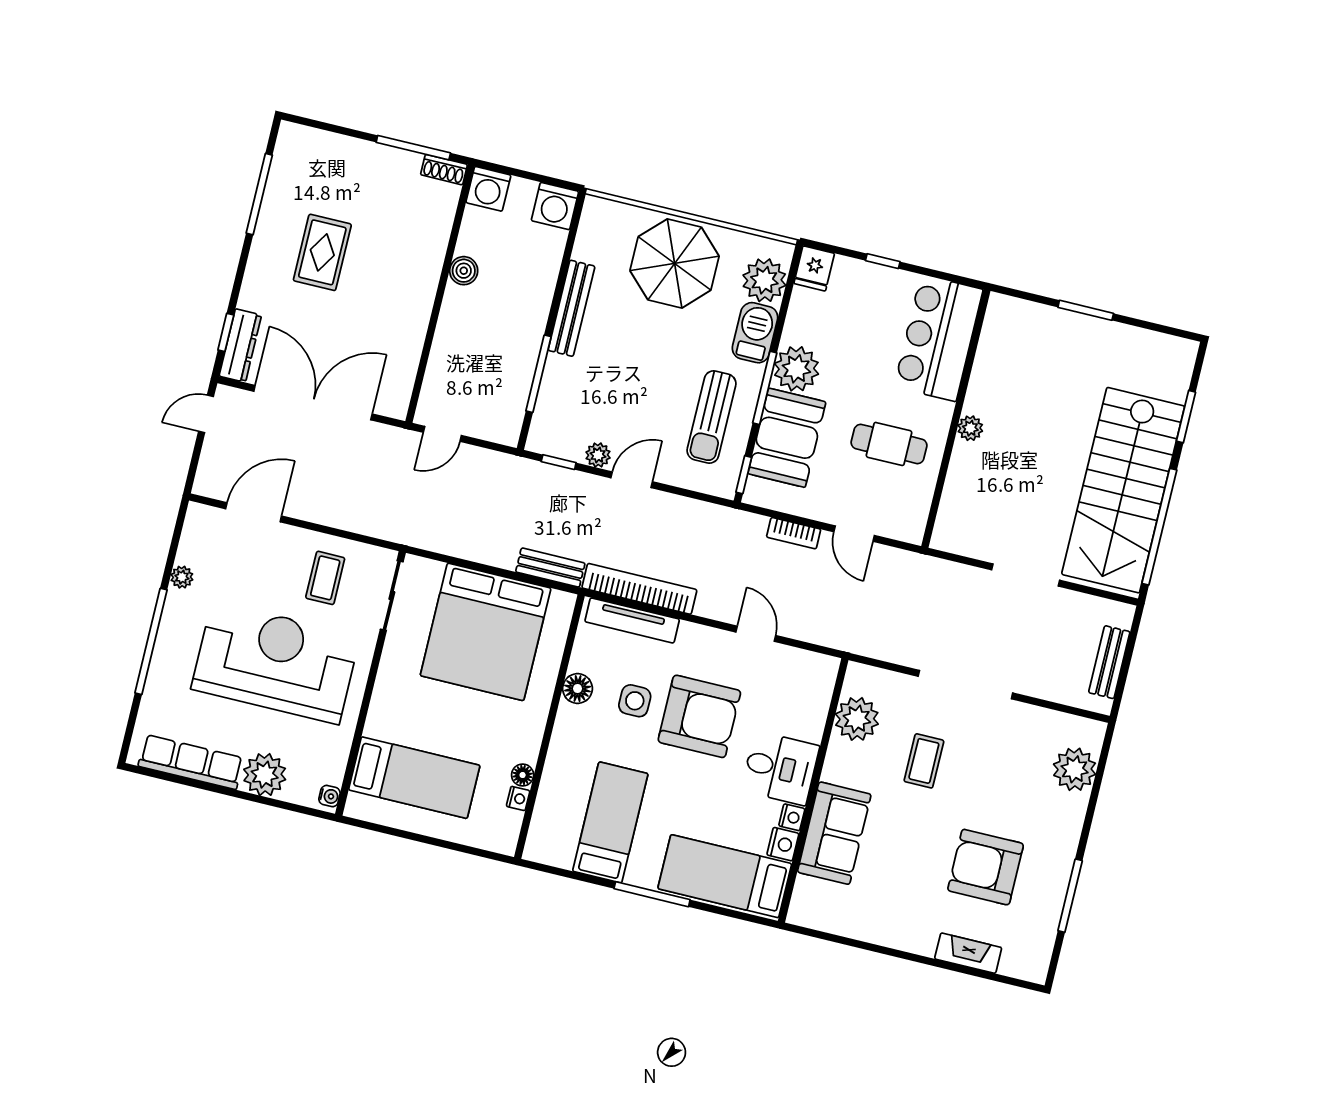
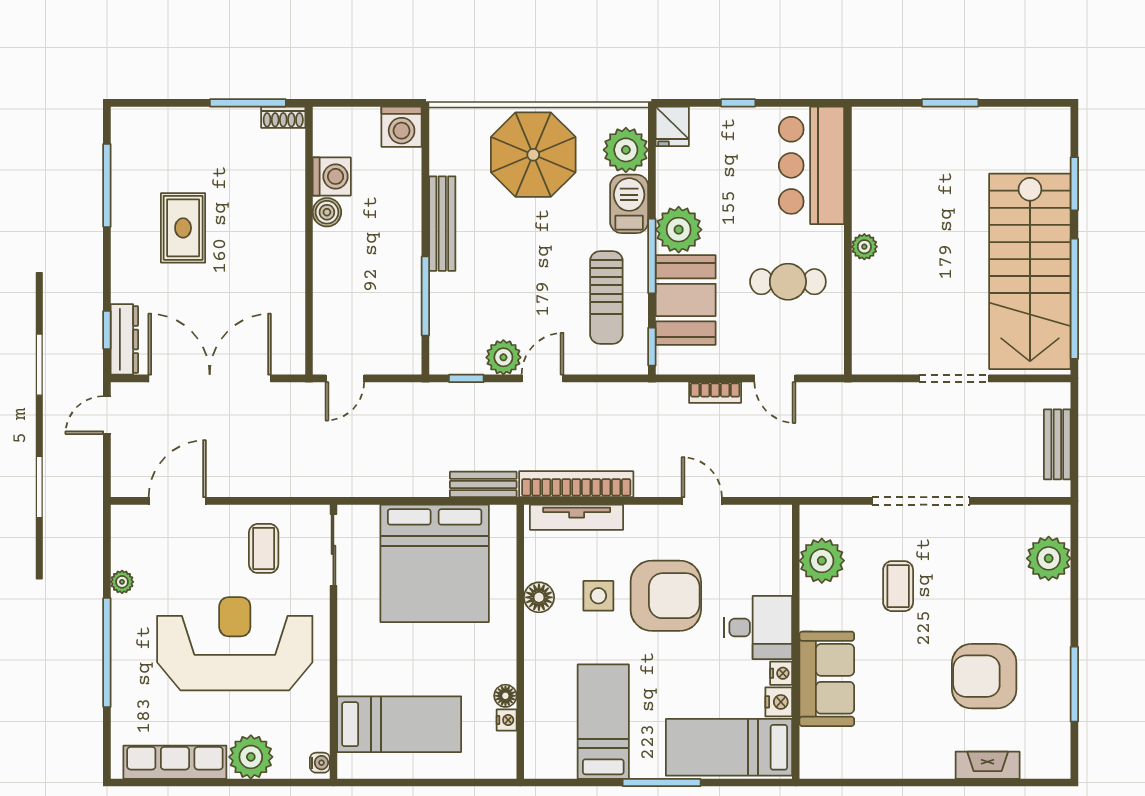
washing machine: (488, 189) -> (332, 176), moved, turned -90
plant: (598, 455) -> (503, 357), width x1.38, depth x1.38

